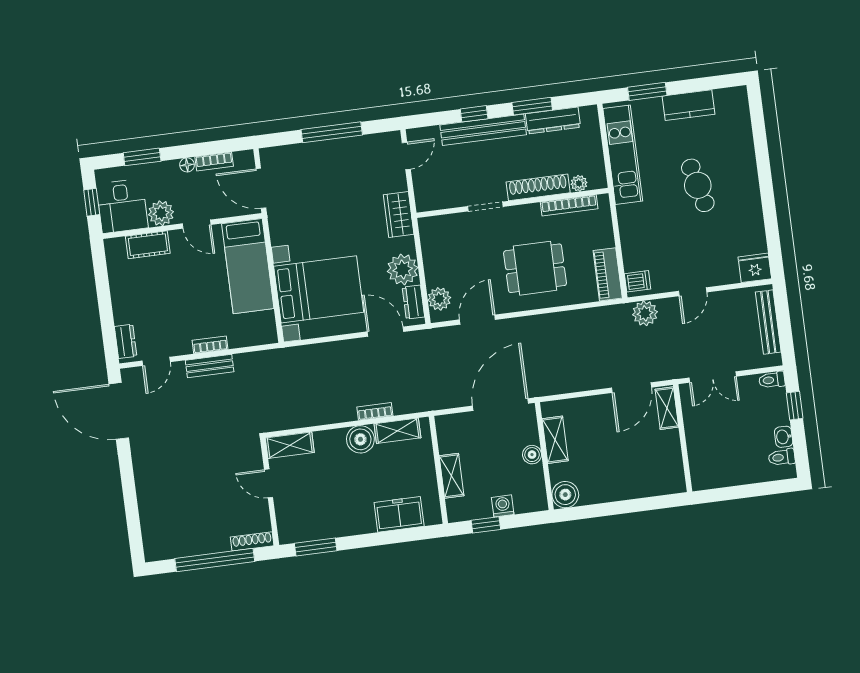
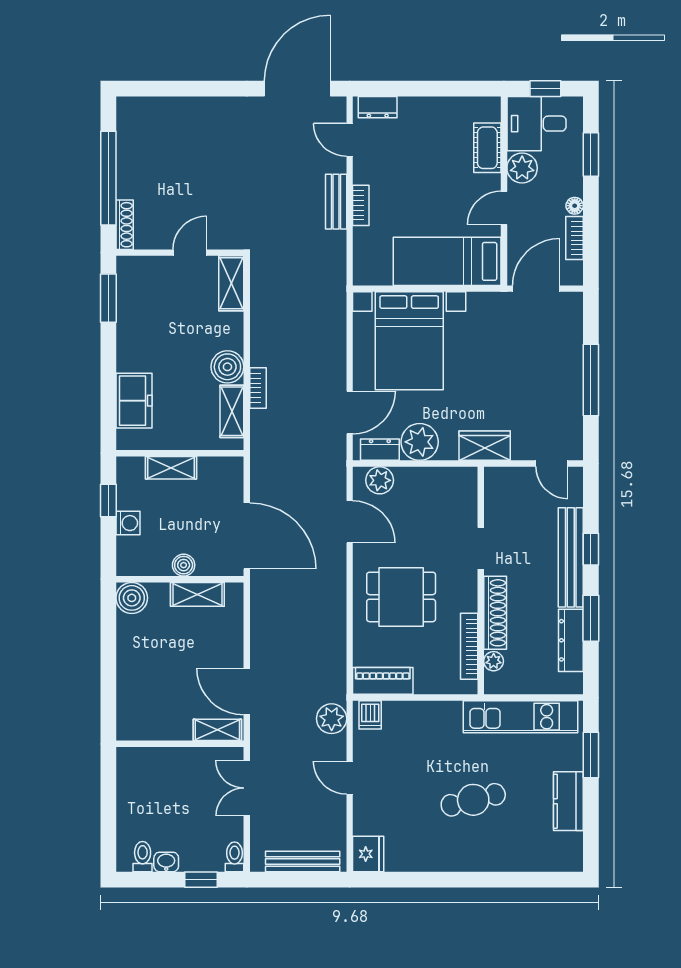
dining table: (535, 268) -> (401, 597), turned 90

